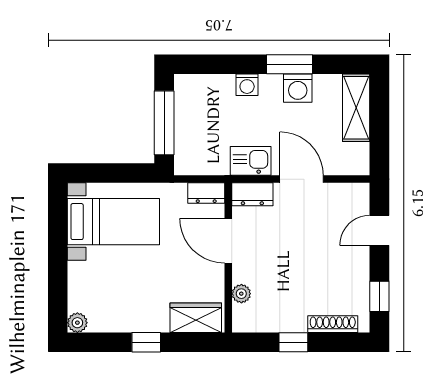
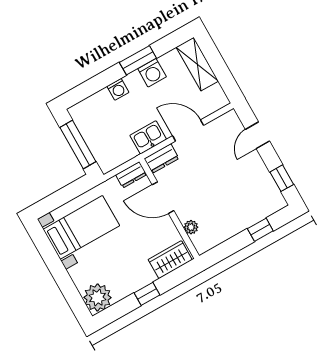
plant: (77, 323) -> (98, 298), width x1.88, depth x1.88
shoe rack: (333, 324) -> (262, 213), removed
window: (293, 342) -> (260, 230), moved

